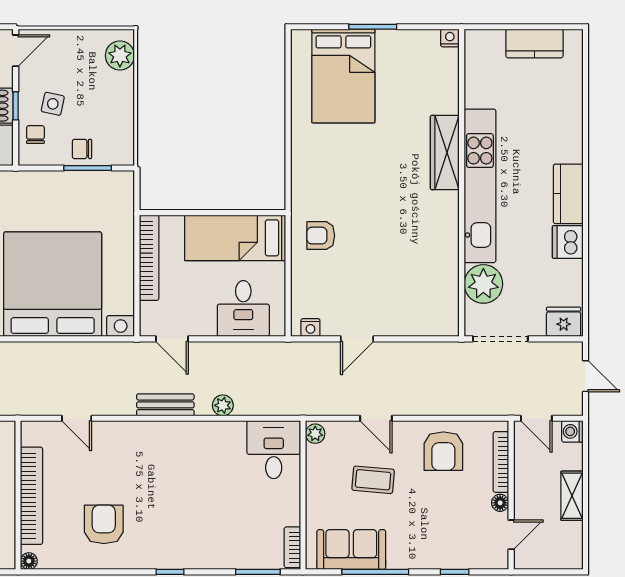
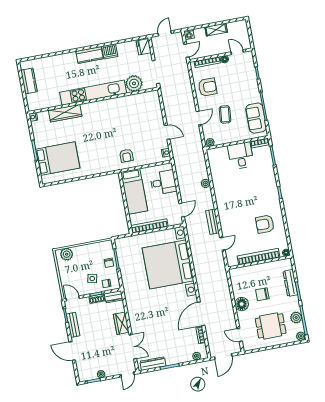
wardrobe: (445, 153) -> (65, 113), moved
bench: (165, 405) -> (212, 222), moved
desk: (274, 450) -> (241, 156), moved, turned 90

